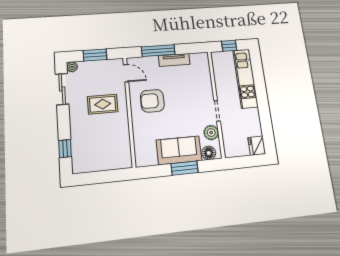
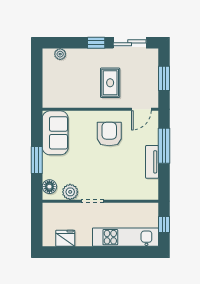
plant: (72, 67) -> (60, 54), moved
fridge: (257, 146) -> (65, 238), moved
window: (65, 149) -> (96, 43), moved
sofa: (179, 150) -> (55, 133), moved

